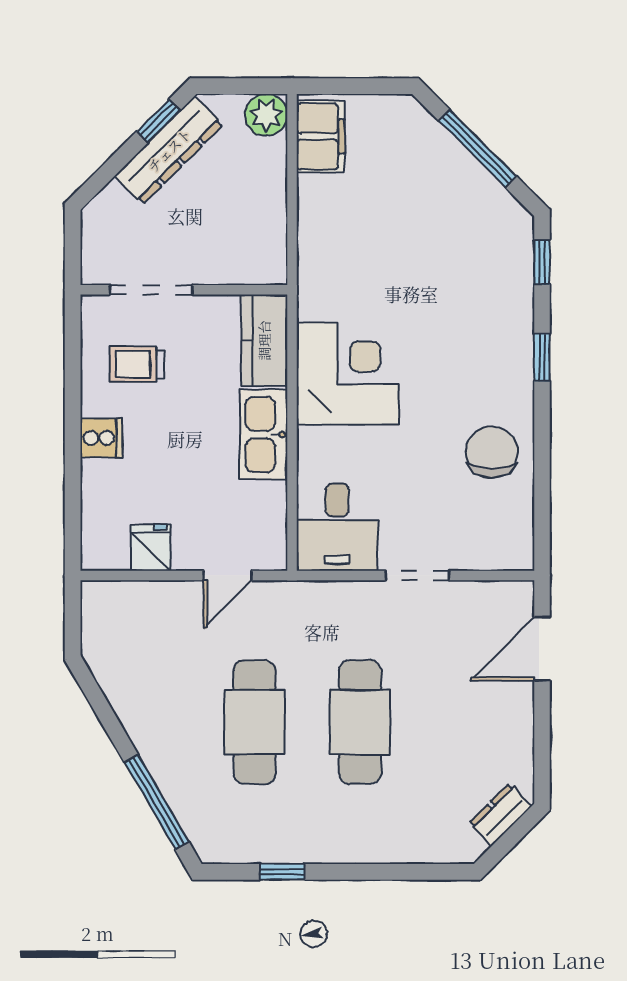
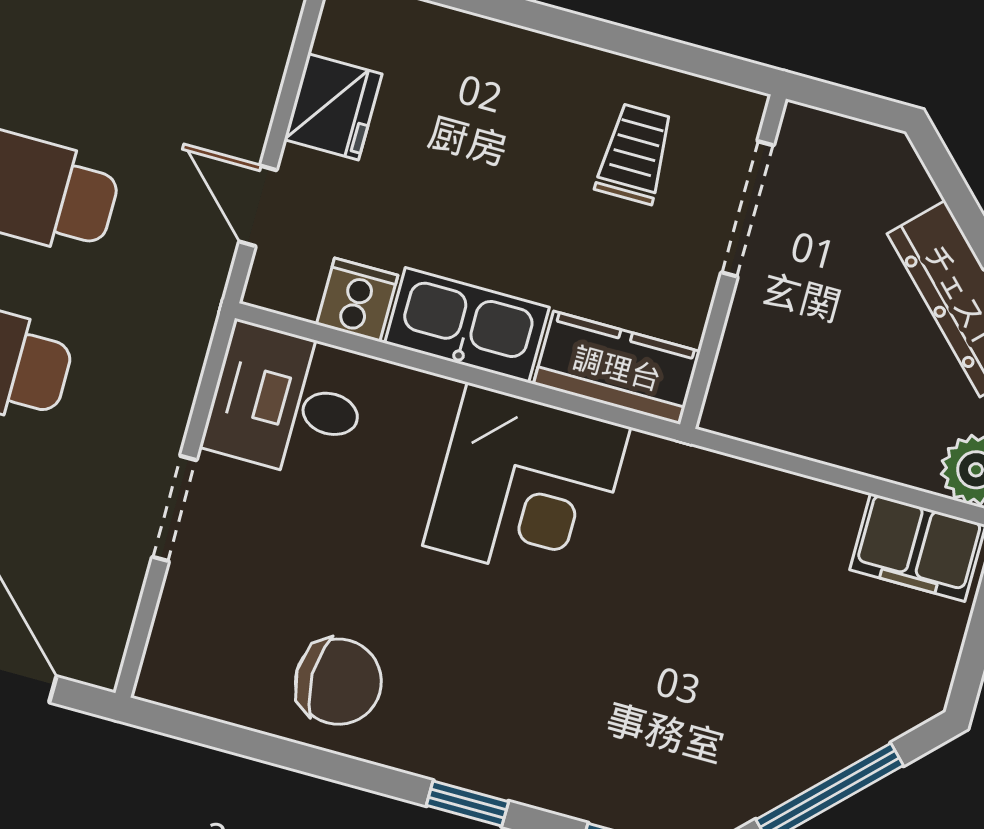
cooker: (101, 438) -> (357, 300), moved, turned 180
fridge: (150, 548) -> (333, 107), width x1.38

